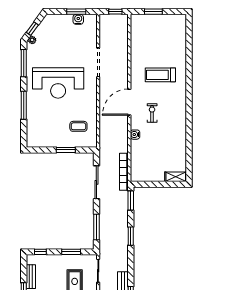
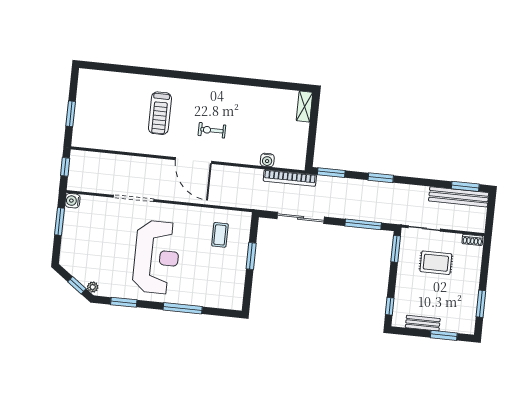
water cooler: (78, 19) -> (72, 201), moved
window: (24, 63) -> (124, 302), width x0.69
water cooler: (135, 135) -> (267, 160), moved
window: (71, 252) -> (396, 249), moved

